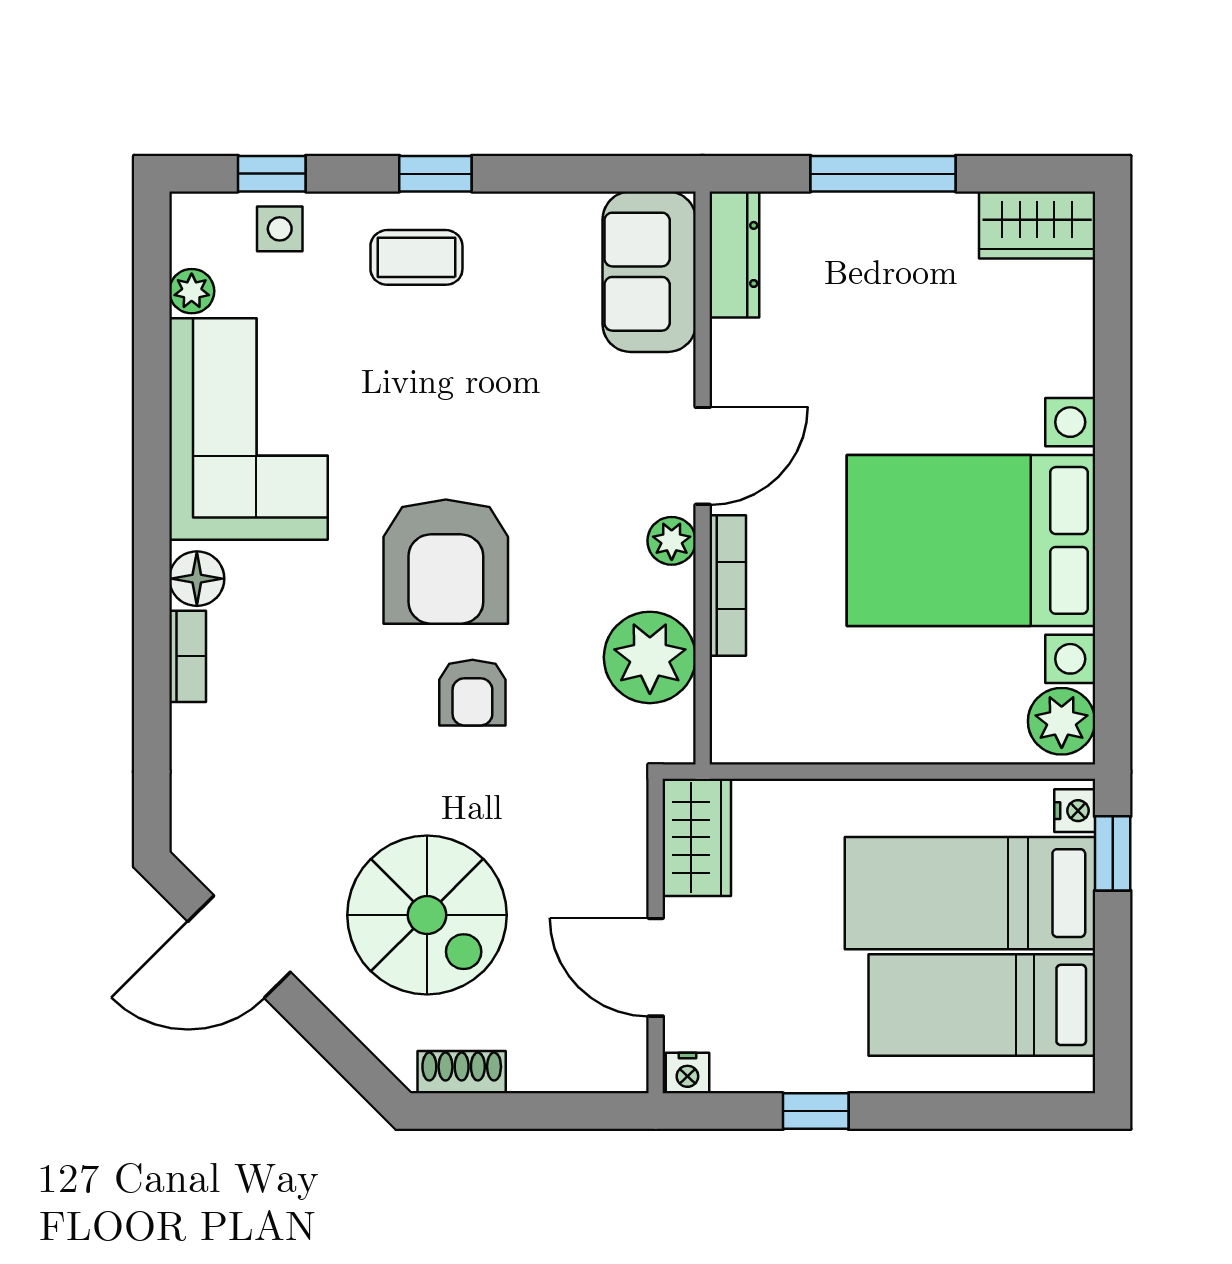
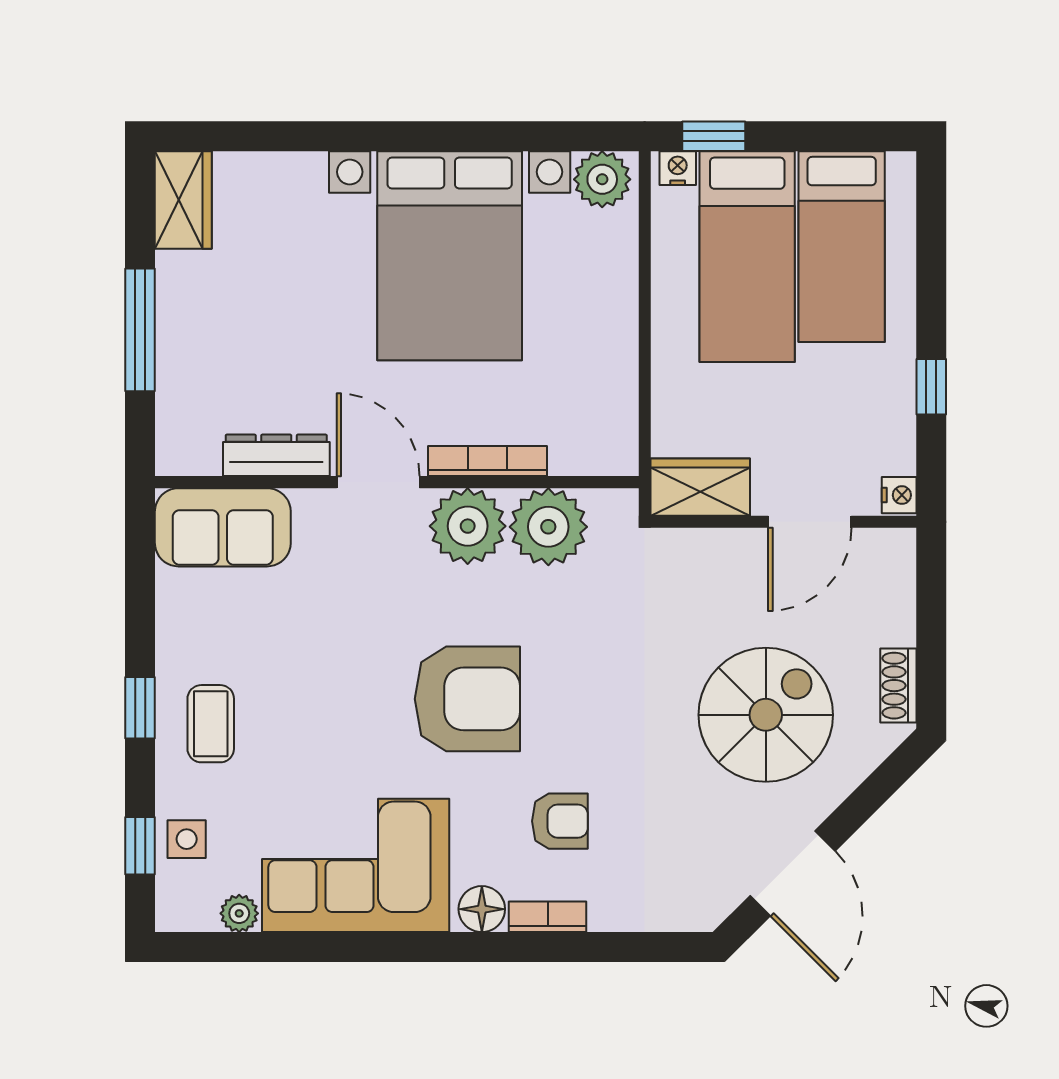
dresser: (734, 254) -> (276, 455), moved
plant: (672, 541) -> (468, 526), width x1.87, depth x1.87
armchair: (472, 693) -> (560, 821), moved

